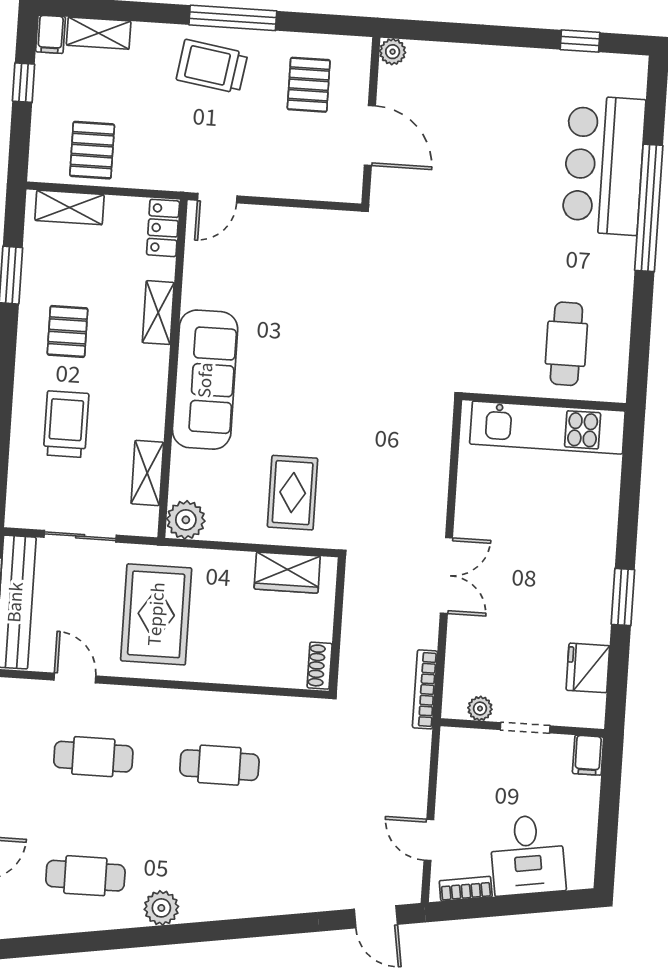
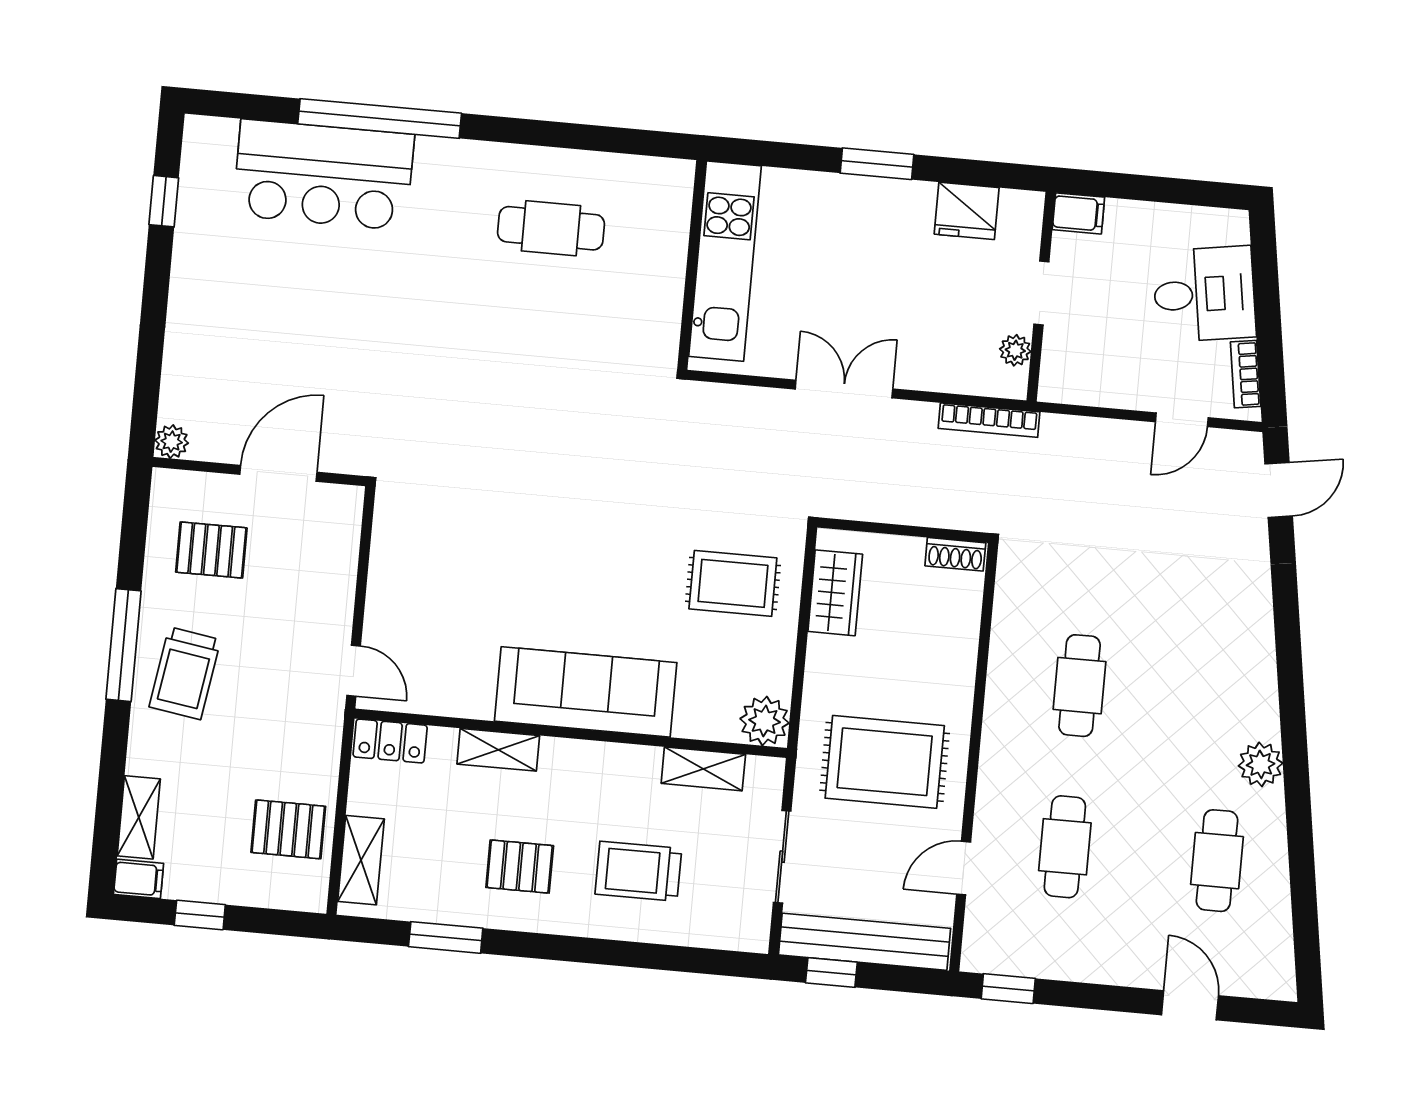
wall: (544, 402) -> (692, 265), moved
kitchen unit: (547, 428) -> (725, 261), moved

